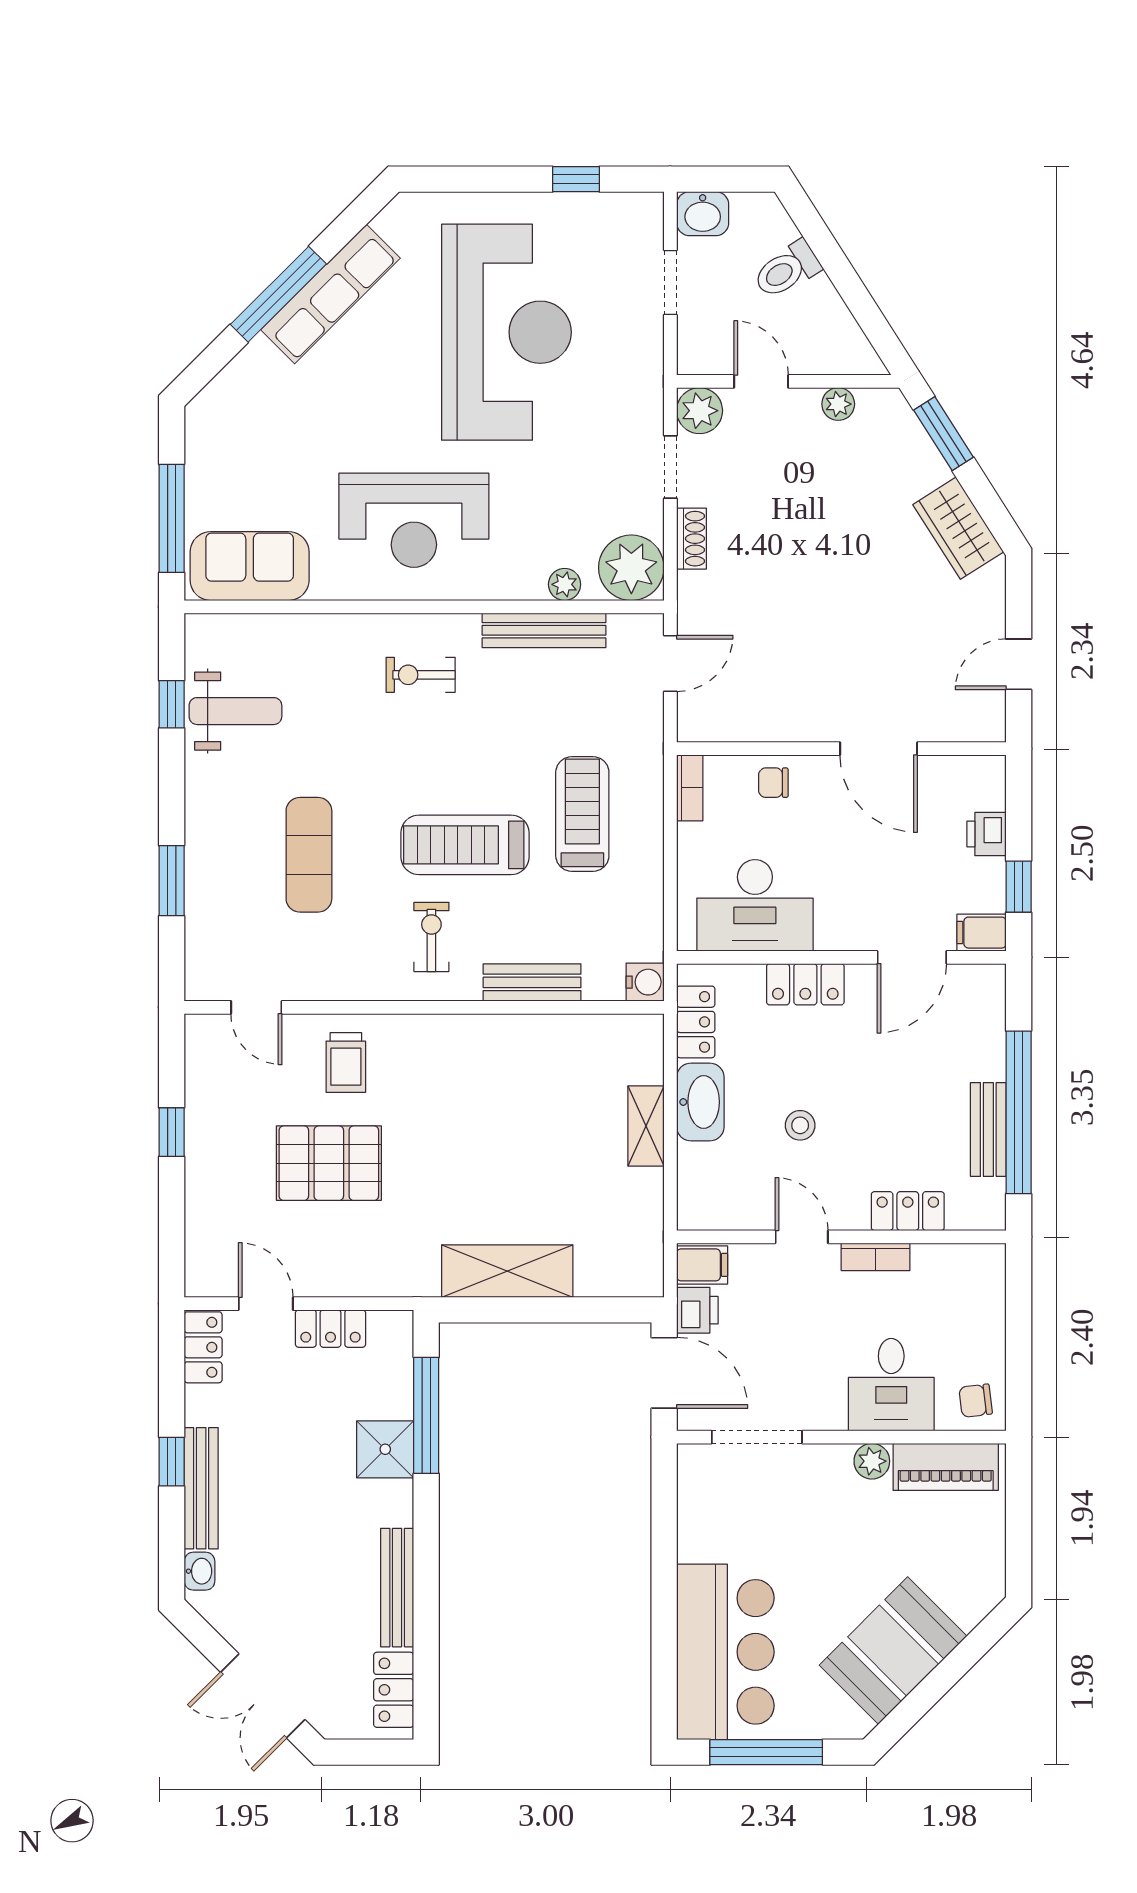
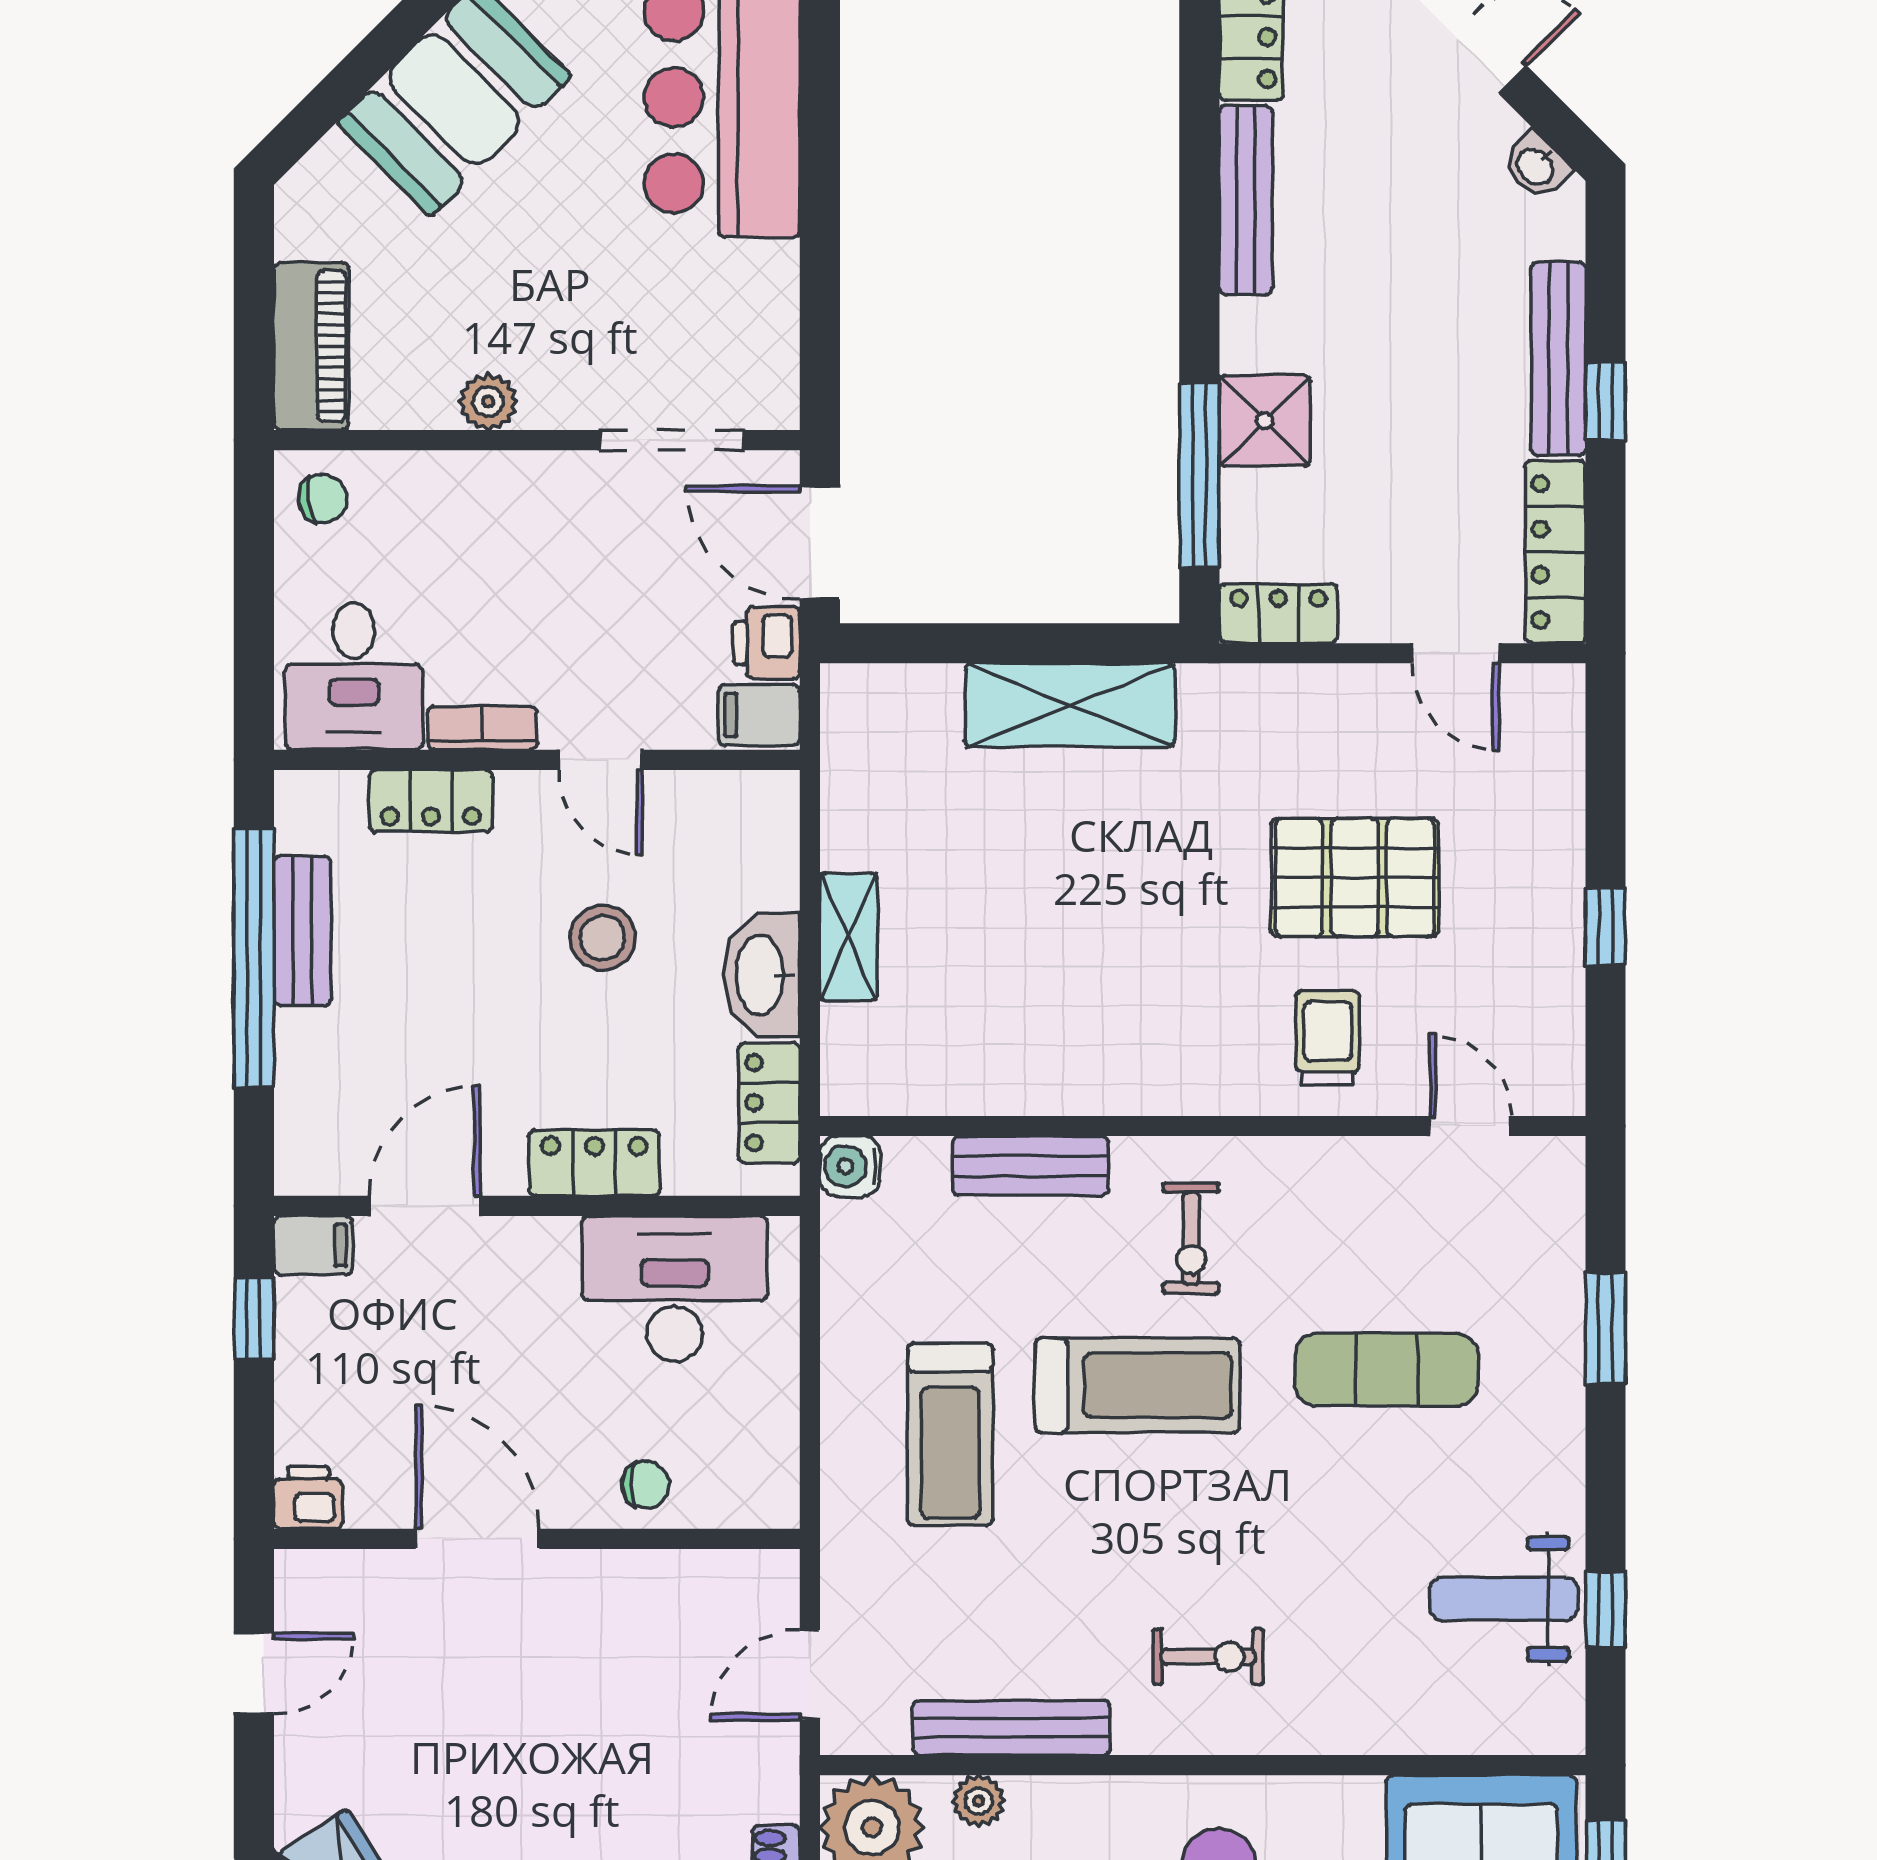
bookcase: (690, 788) -> (779, 1476), removed
printer: (987, 834) -> (308, 1497), moved, turned -90
exercise mat: (309, 855) -> (1387, 1370), turned 90
stool: (800, 1125) -> (603, 938), width x1.37, depth x1.37
locker: (330, 1329) -> (1278, 613), moved
locker: (203, 1347) -> (1555, 552), width x1.53
desk: (891, 1385) -> (354, 676), moved, turned 180
piano: (946, 1467) -> (311, 346), moved, turned 90
washbasin: (199, 1571) -> (1536, 166), moved, turned -45

